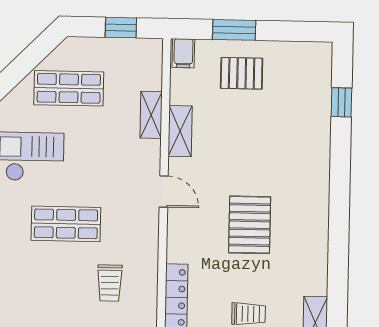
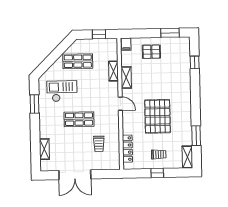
window: (234, 30) -> (170, 33), moved
pallet: (250, 225) -> (158, 116), width x1.37, depth x1.41
window: (338, 274) -> (196, 136), added

